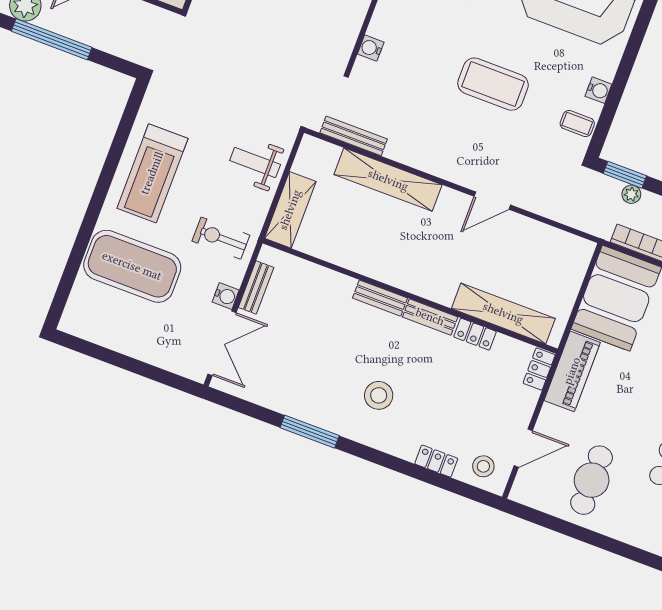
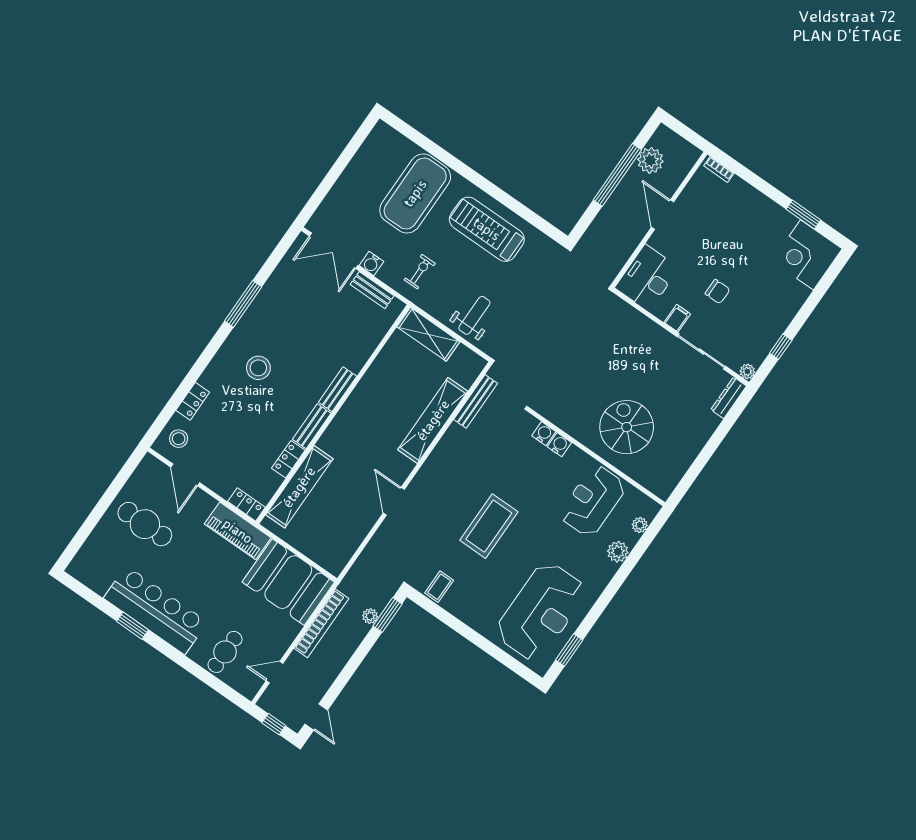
water cooler: (598, 90) -> (559, 445), moved, turned 180
exercise bike: (221, 238) -> (420, 272), width x0.73, depth x0.72

